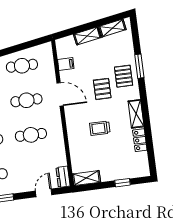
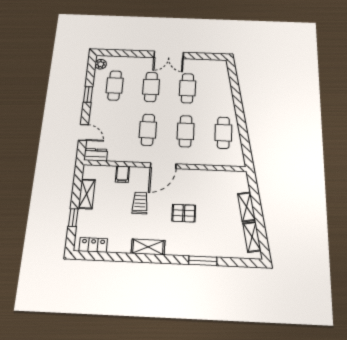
filing cabinet: (66, 64) -> (122, 174), moved
pallet: (124, 76) -> (194, 240), removed
door: (60, 94) -> (163, 166), moved
locker: (140, 140) -> (93, 245), moved
shelving: (86, 178) -> (87, 194), moved

